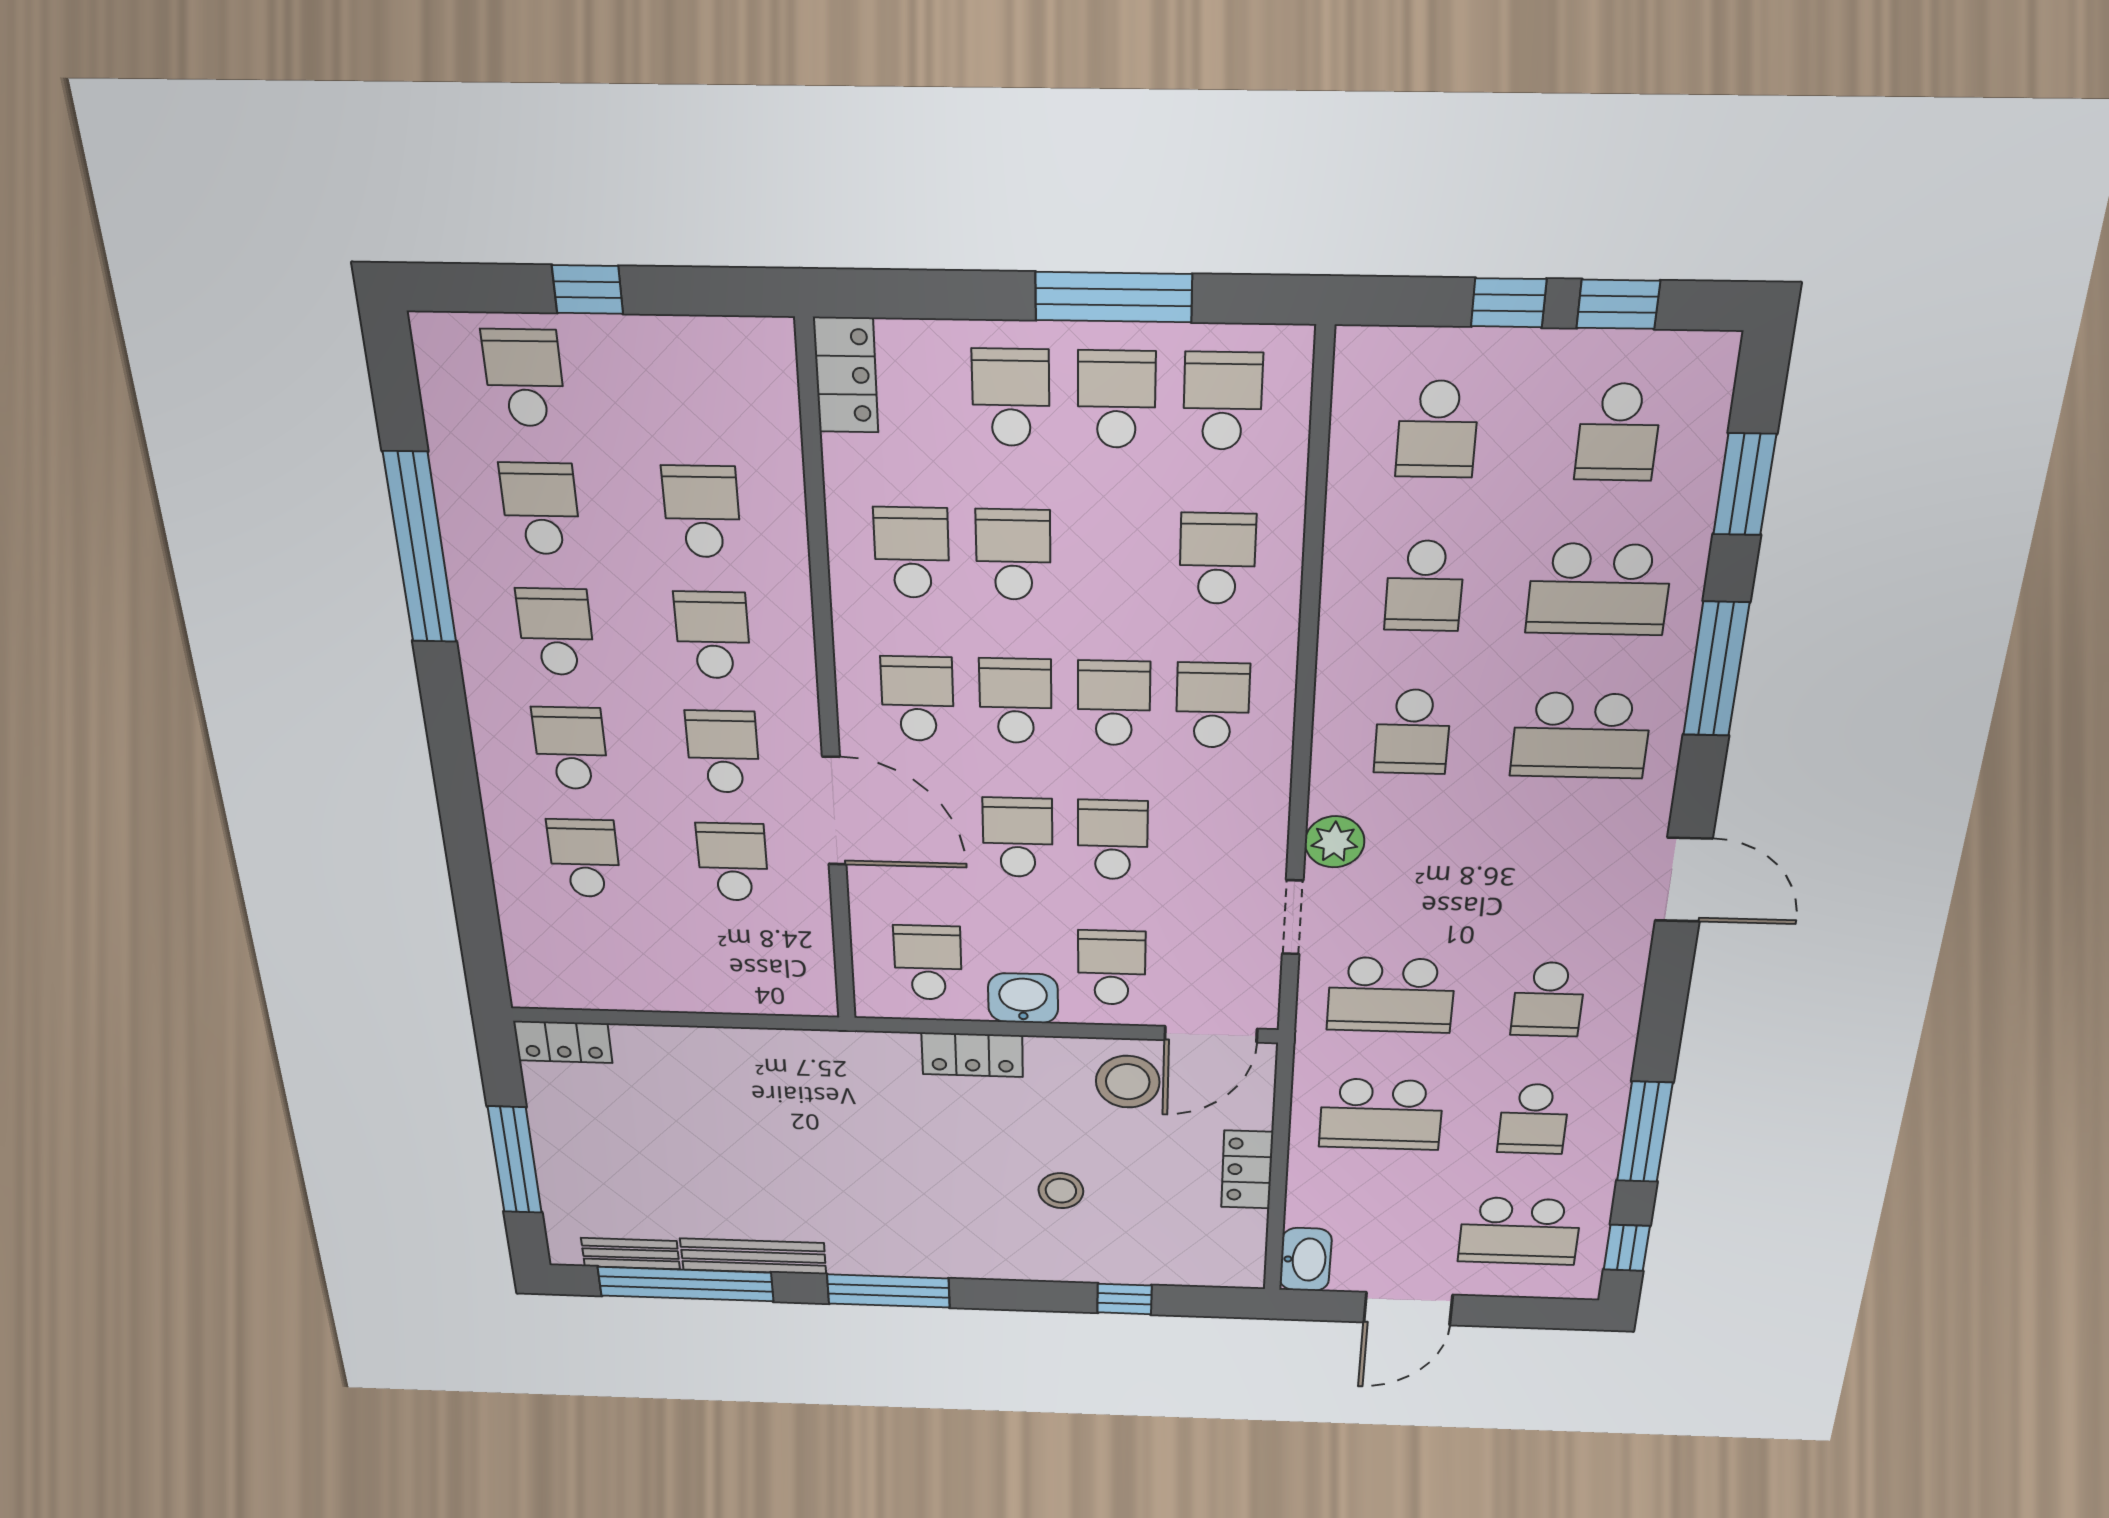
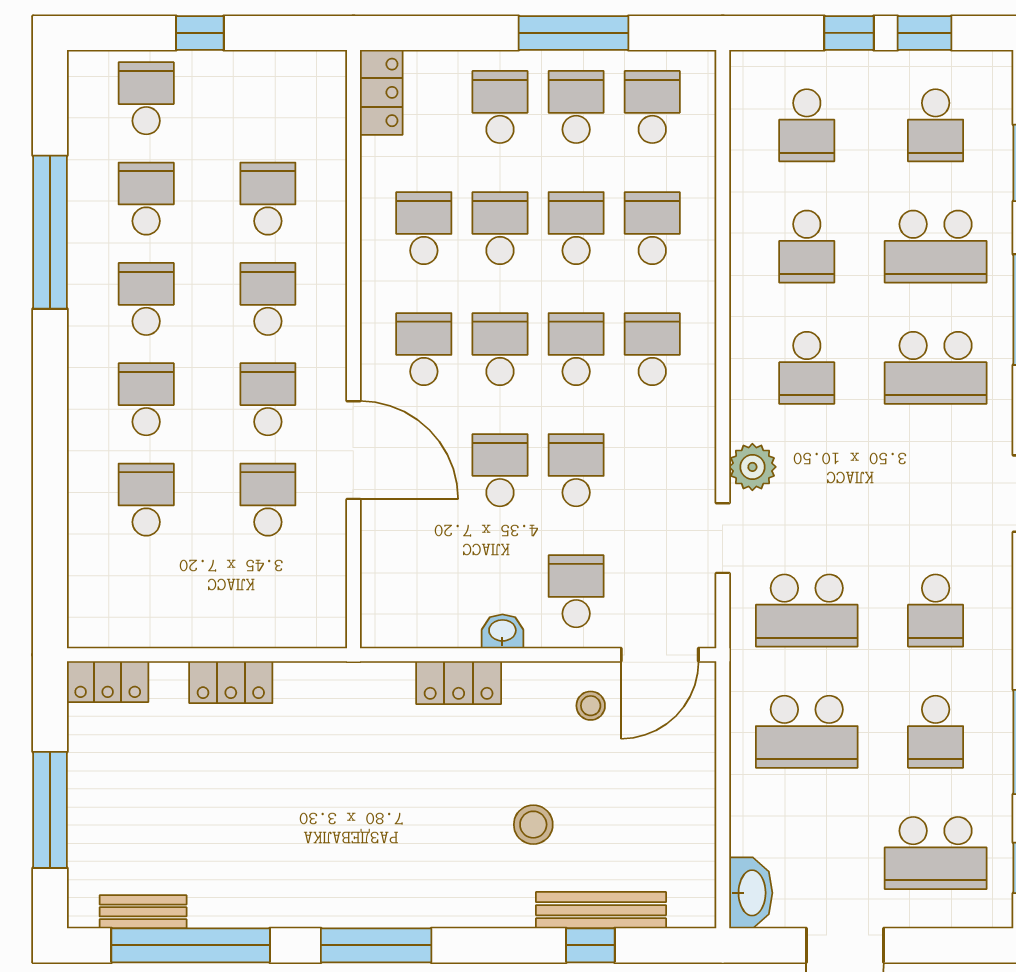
school desk: (928, 963) -> (576, 228), moved
washbasin: (1023, 998) -> (502, 631), width x0.72, depth x0.69
stool: (1128, 1082) -> (591, 706), width x0.53, depth x0.53
locker: (1247, 1170) -> (231, 682), moved, turned -90
bench: (753, 1256) -> (601, 910), moved

